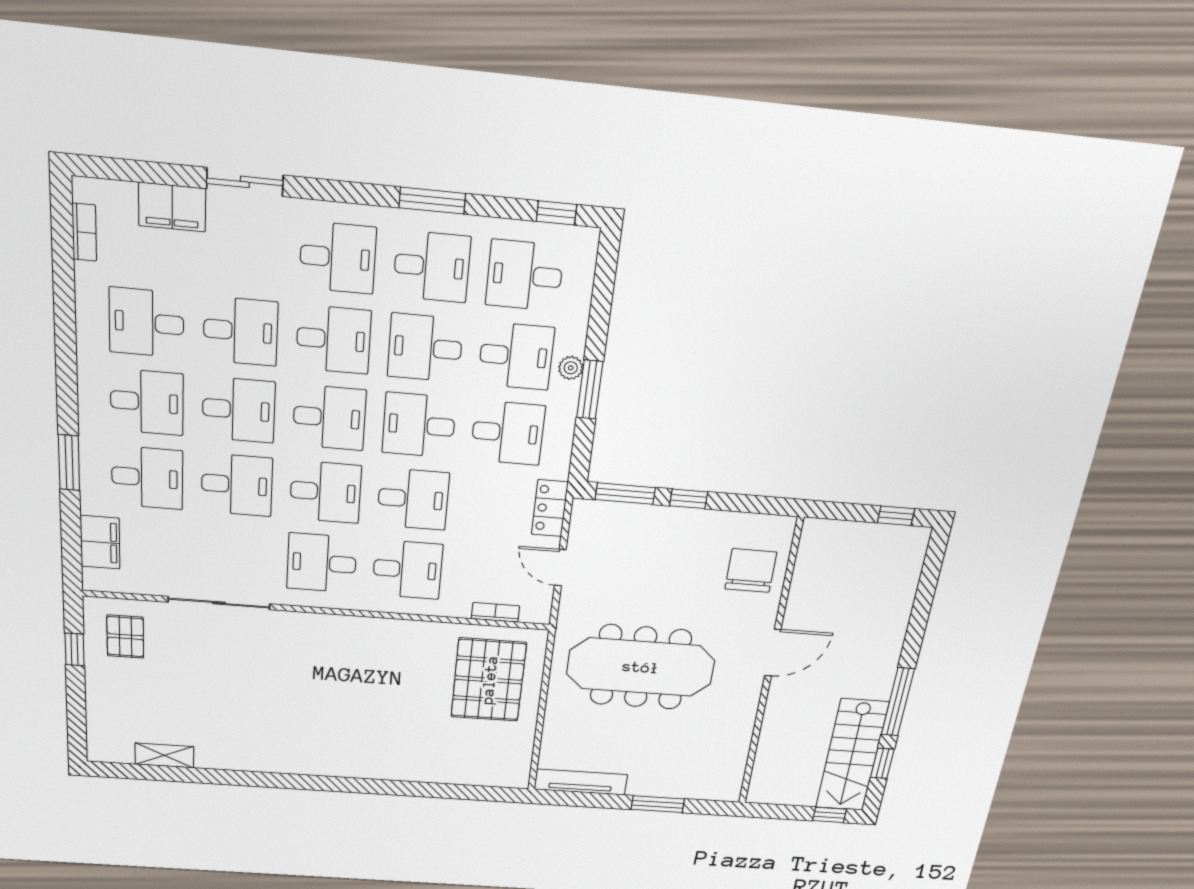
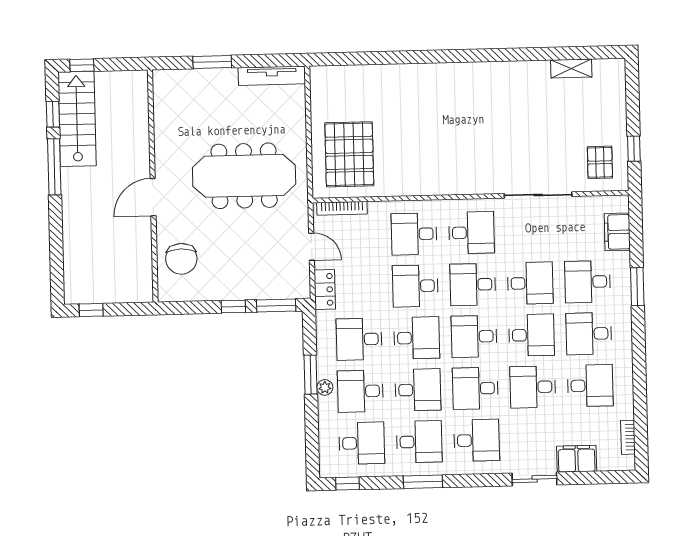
desk: (338, 258) -> (477, 440), turned 180
desk: (432, 267) -> (419, 442), turned 180
desk: (239, 410) -> (531, 335), turned 180
desk: (237, 485) -> (530, 283), turned 180
bookcase: (495, 612) -> (342, 208), width x1.56

